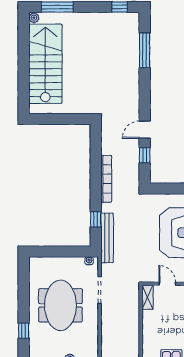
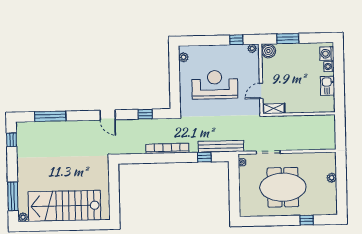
door: (145, 130) -> (108, 115), moved

